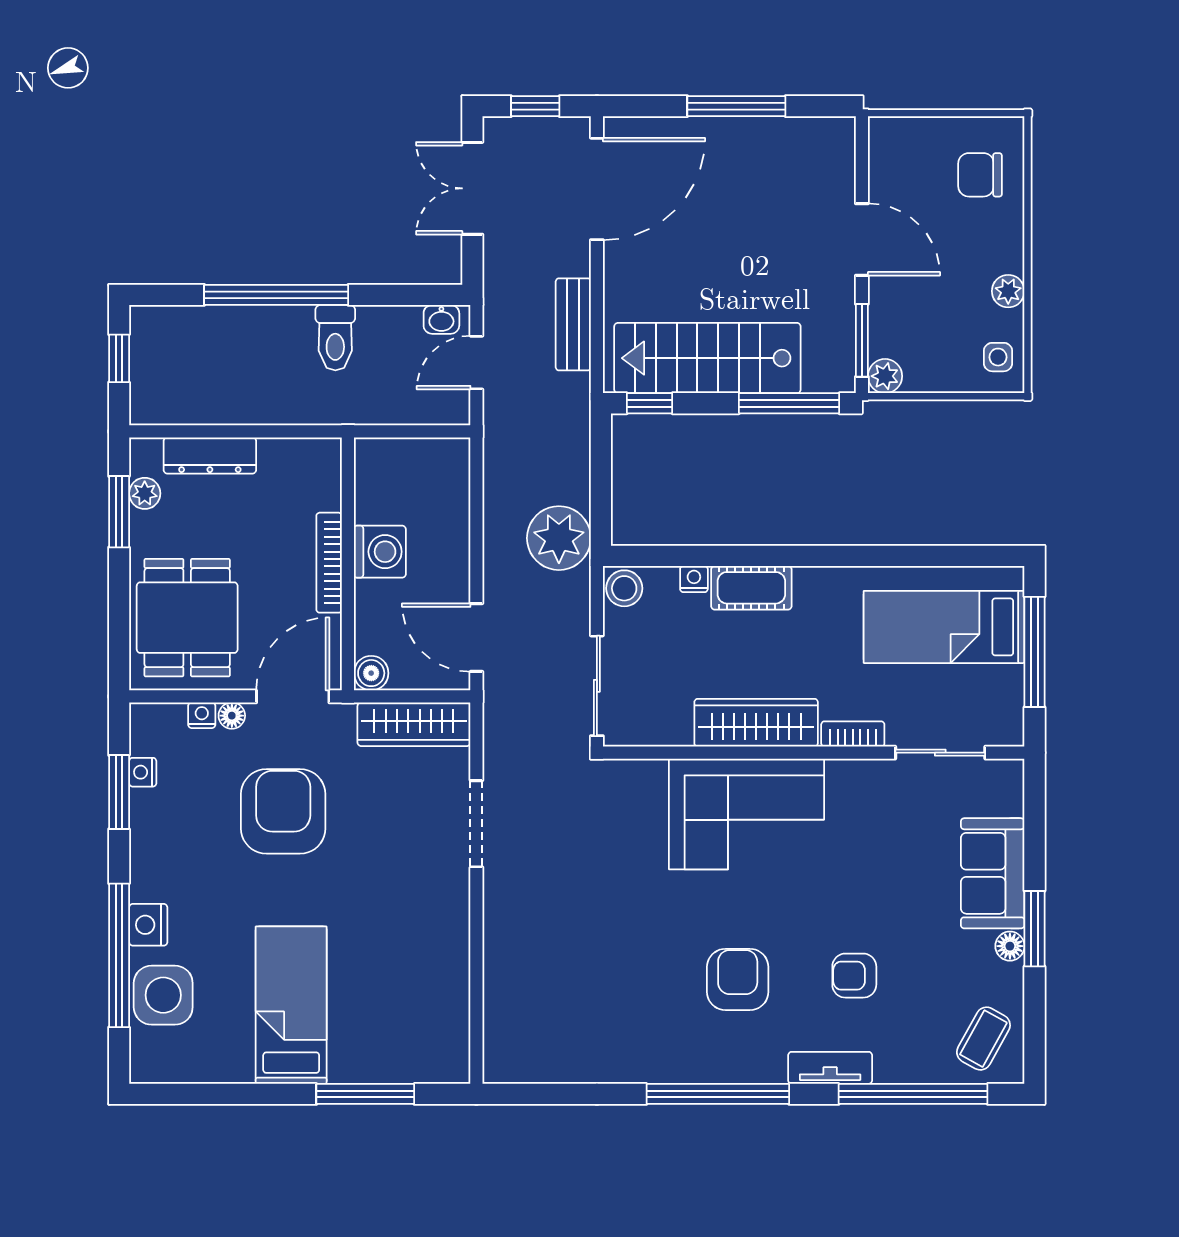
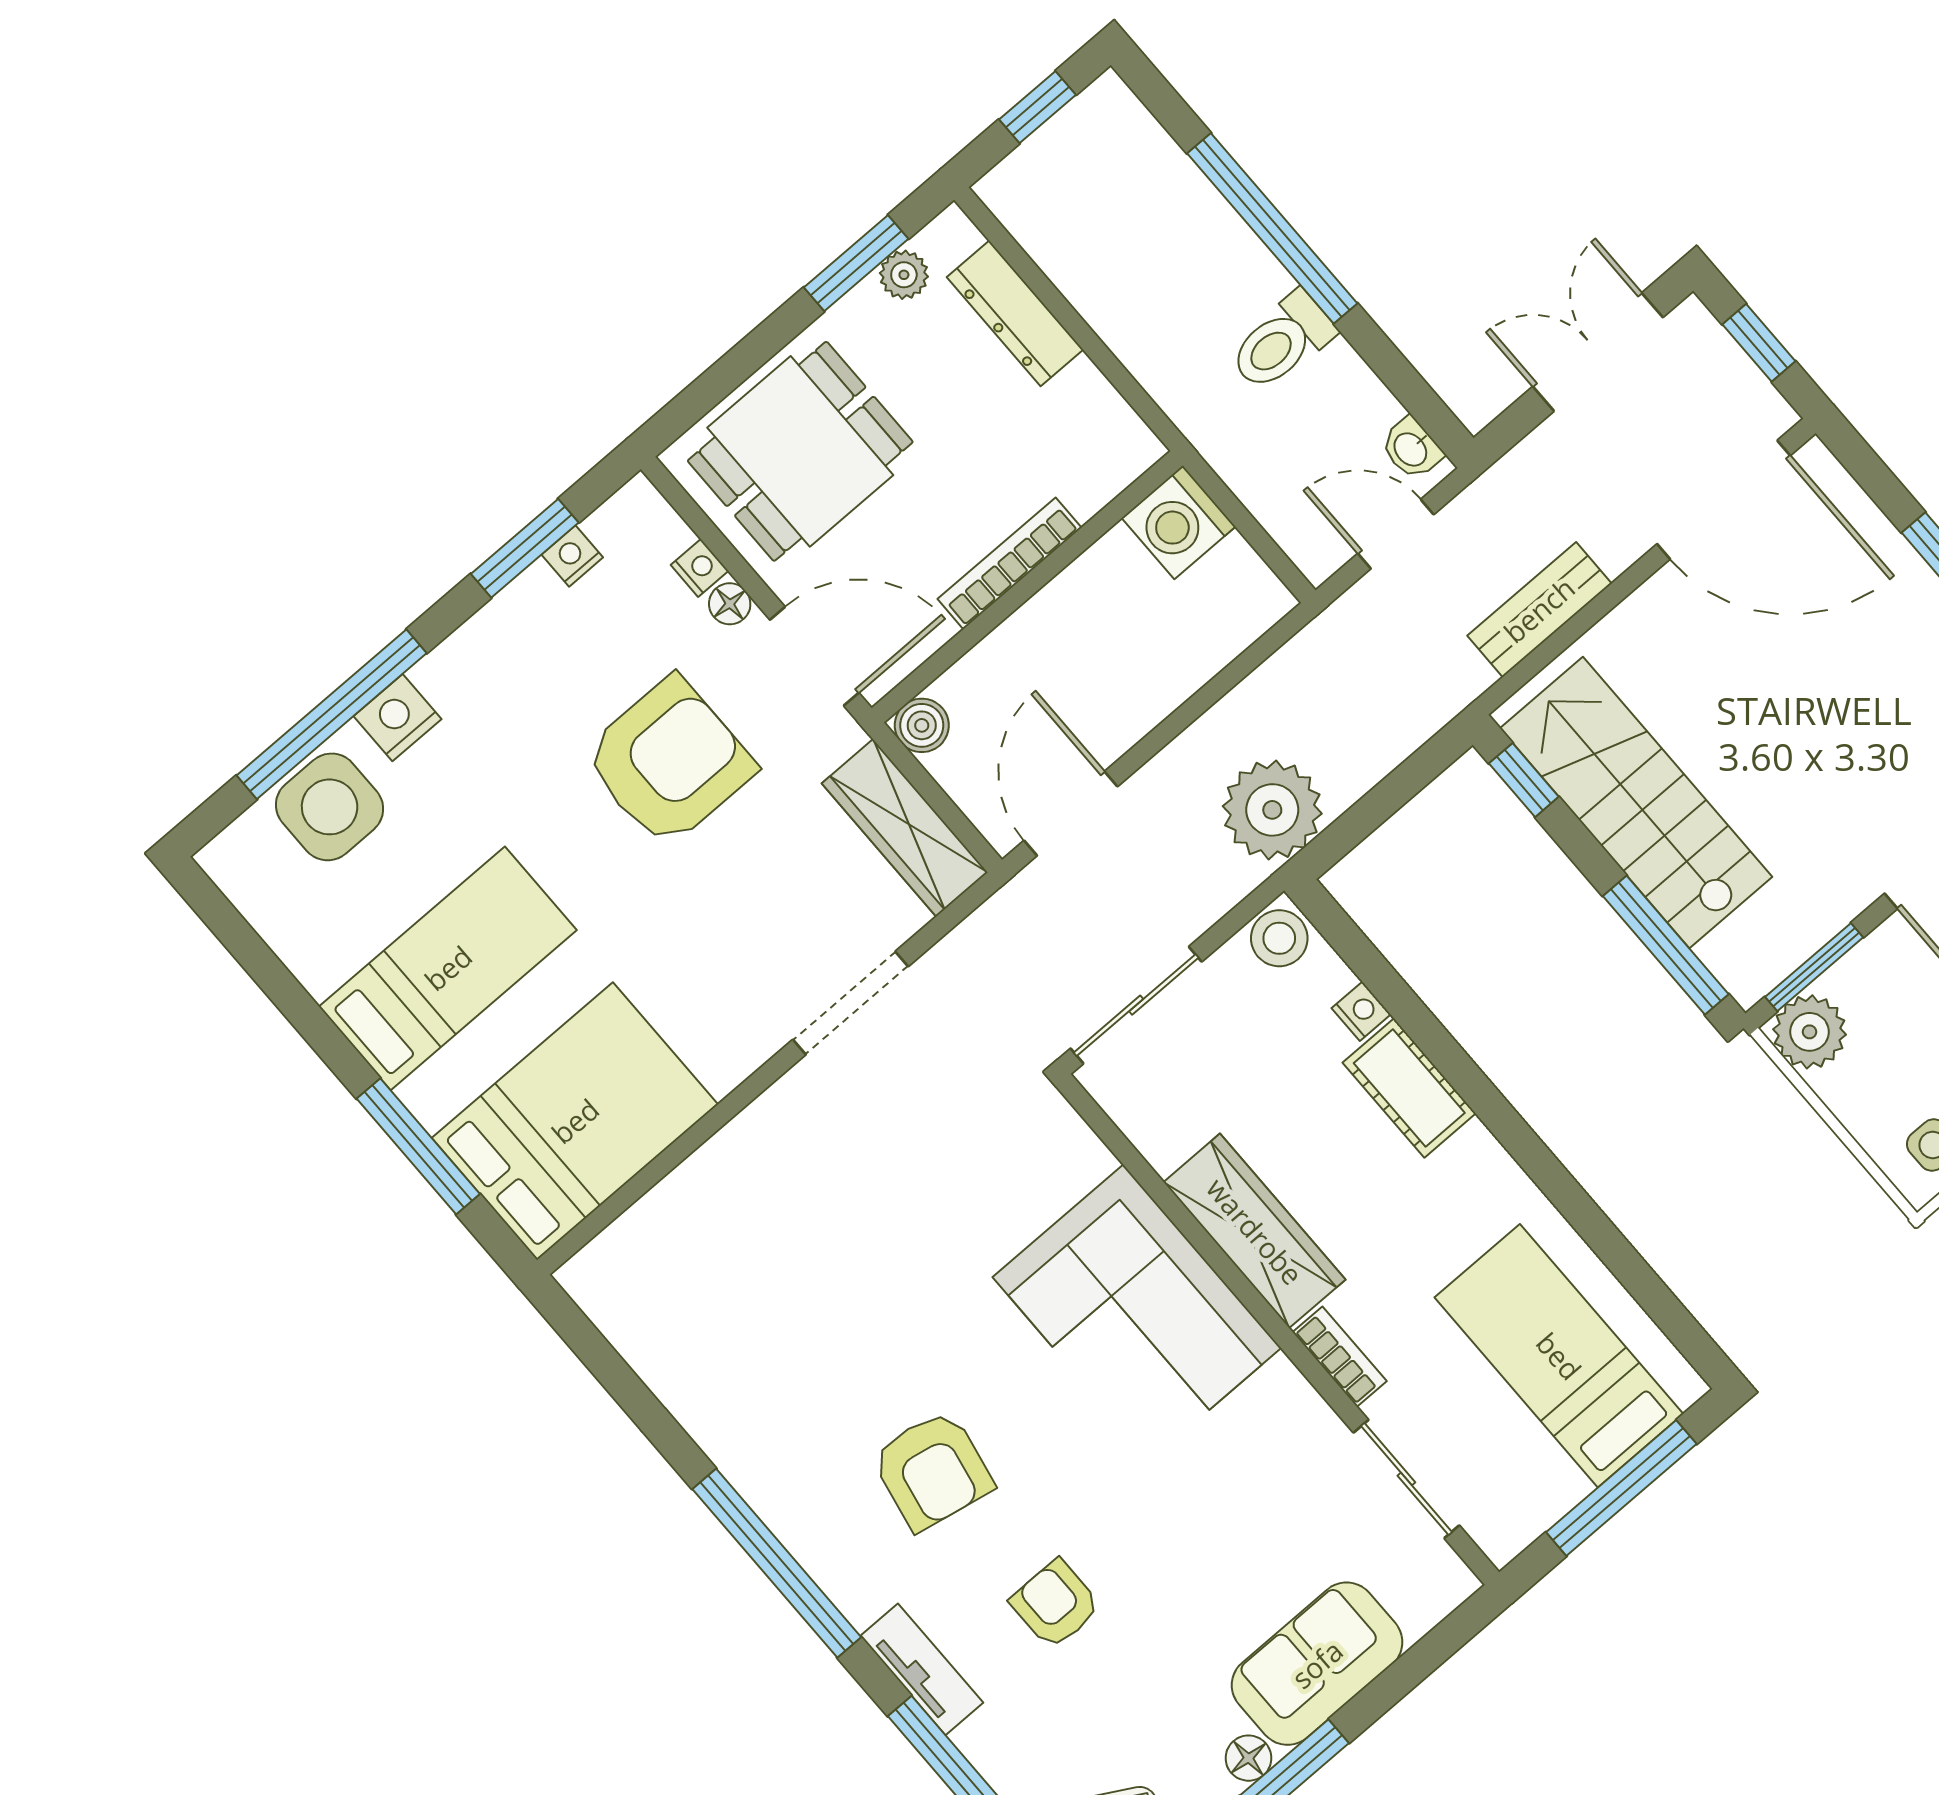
plant: (885, 376) -> (1810, 1032), width x1.38, depth x1.38
washing machine: (380, 552) -> (1179, 522), moved, turned 90
armchair: (738, 979) -> (932, 1470), turned 101
bed: (419, 1007) -> (575, 1121), added

